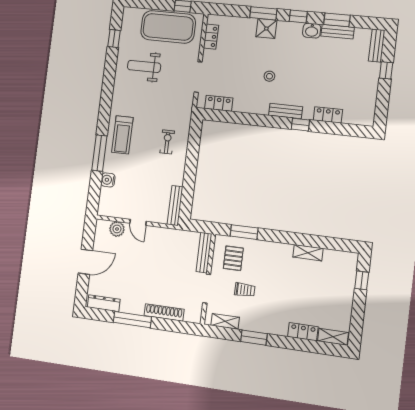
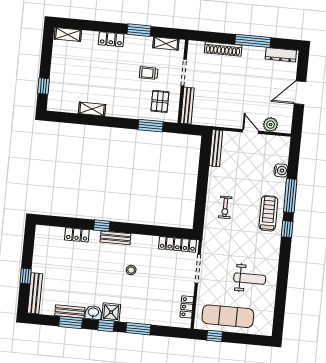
exercise mat: (168, 27) -> (228, 316), width x0.68
shower: (266, 29) -> (111, 312), moved
window: (114, 38) -> (287, 229), moved
bench: (377, 46) -> (35, 293), width x1.36
locker: (219, 103) -> (178, 244), width x1.53
locker: (303, 332) -> (111, 39), moved

